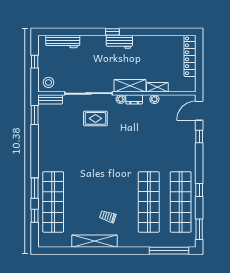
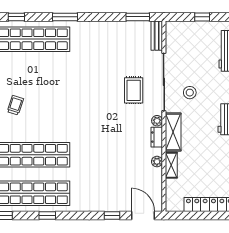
stool: (48, 82) -> (190, 93), moved
window: (35, 188) -> (65, 17), moved

